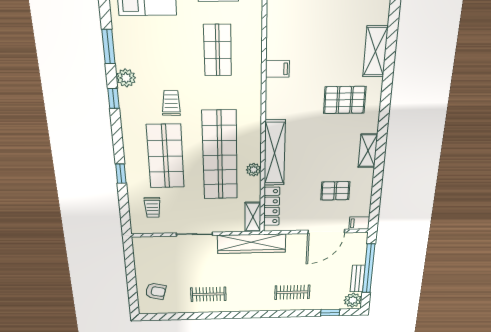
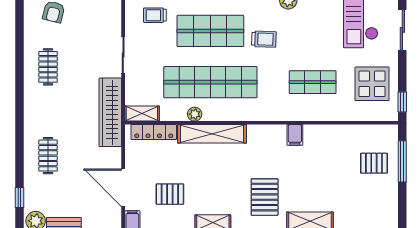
pallet: (335, 191) -> (170, 194), turned 90

